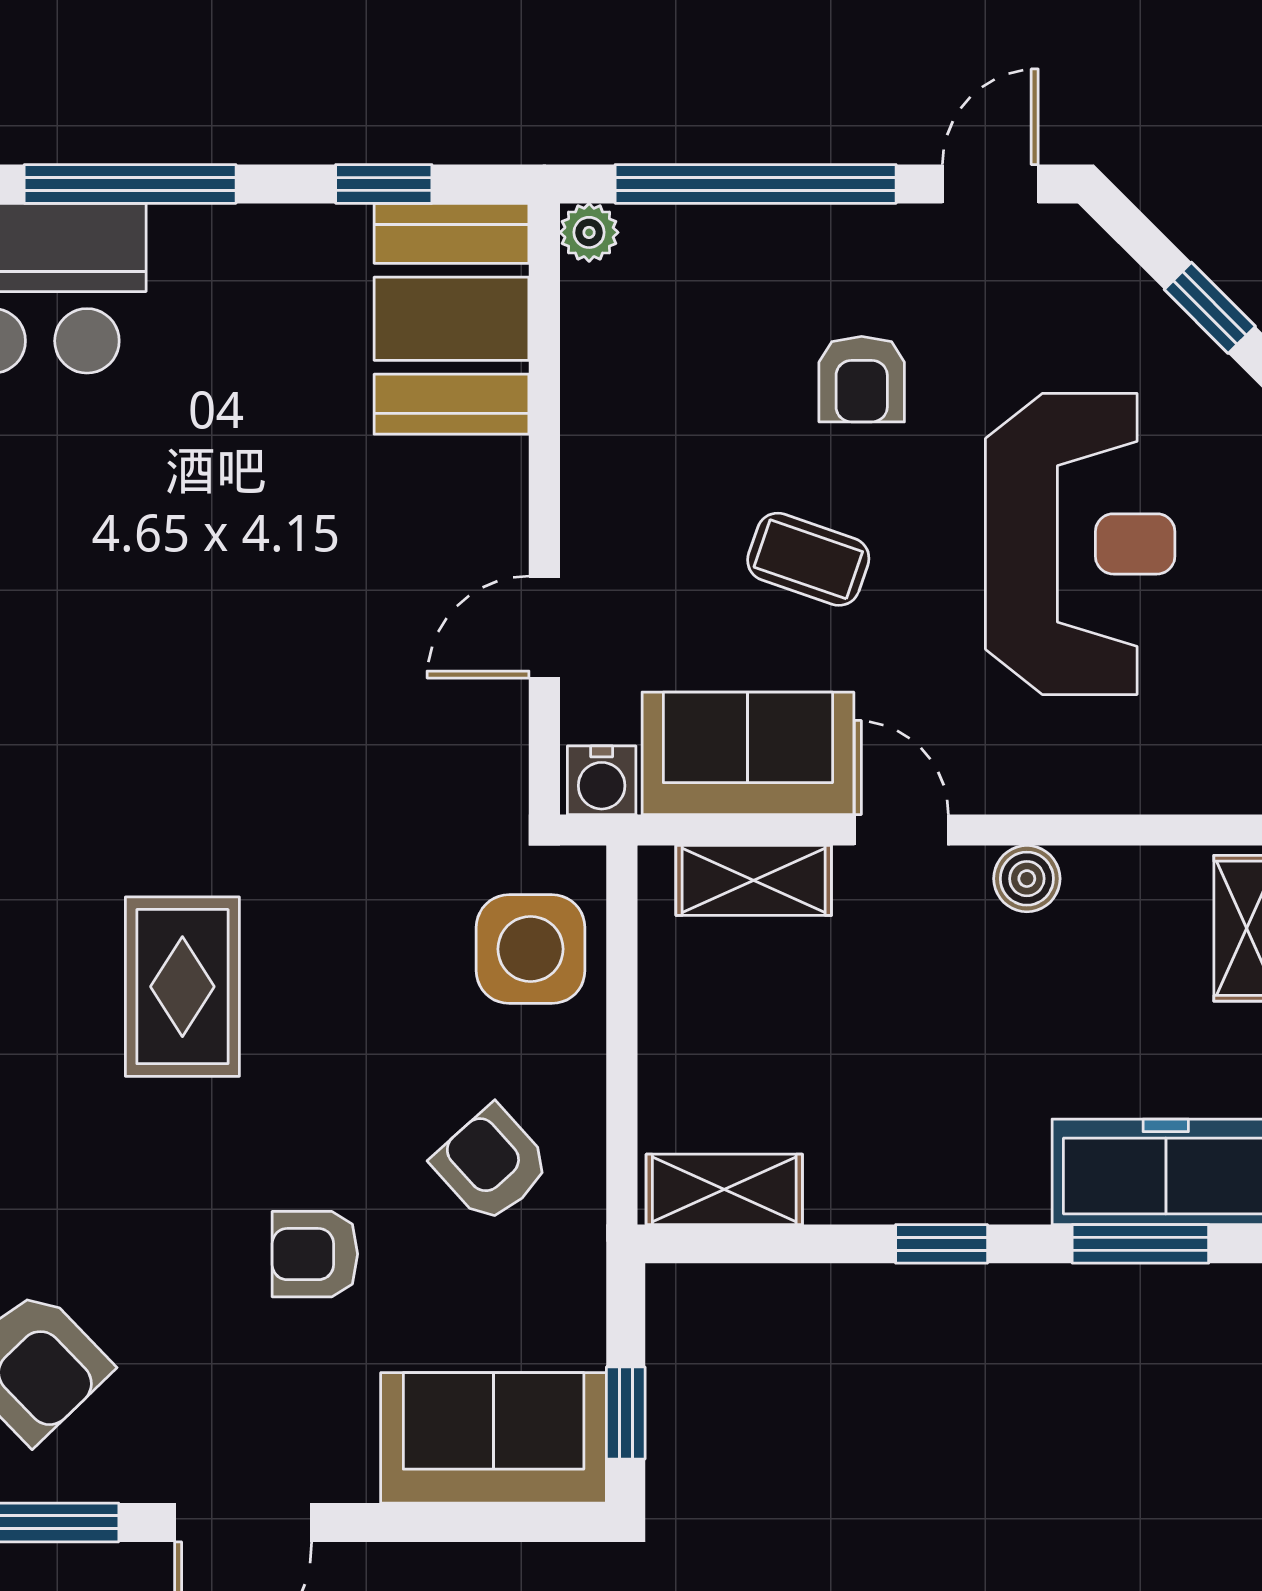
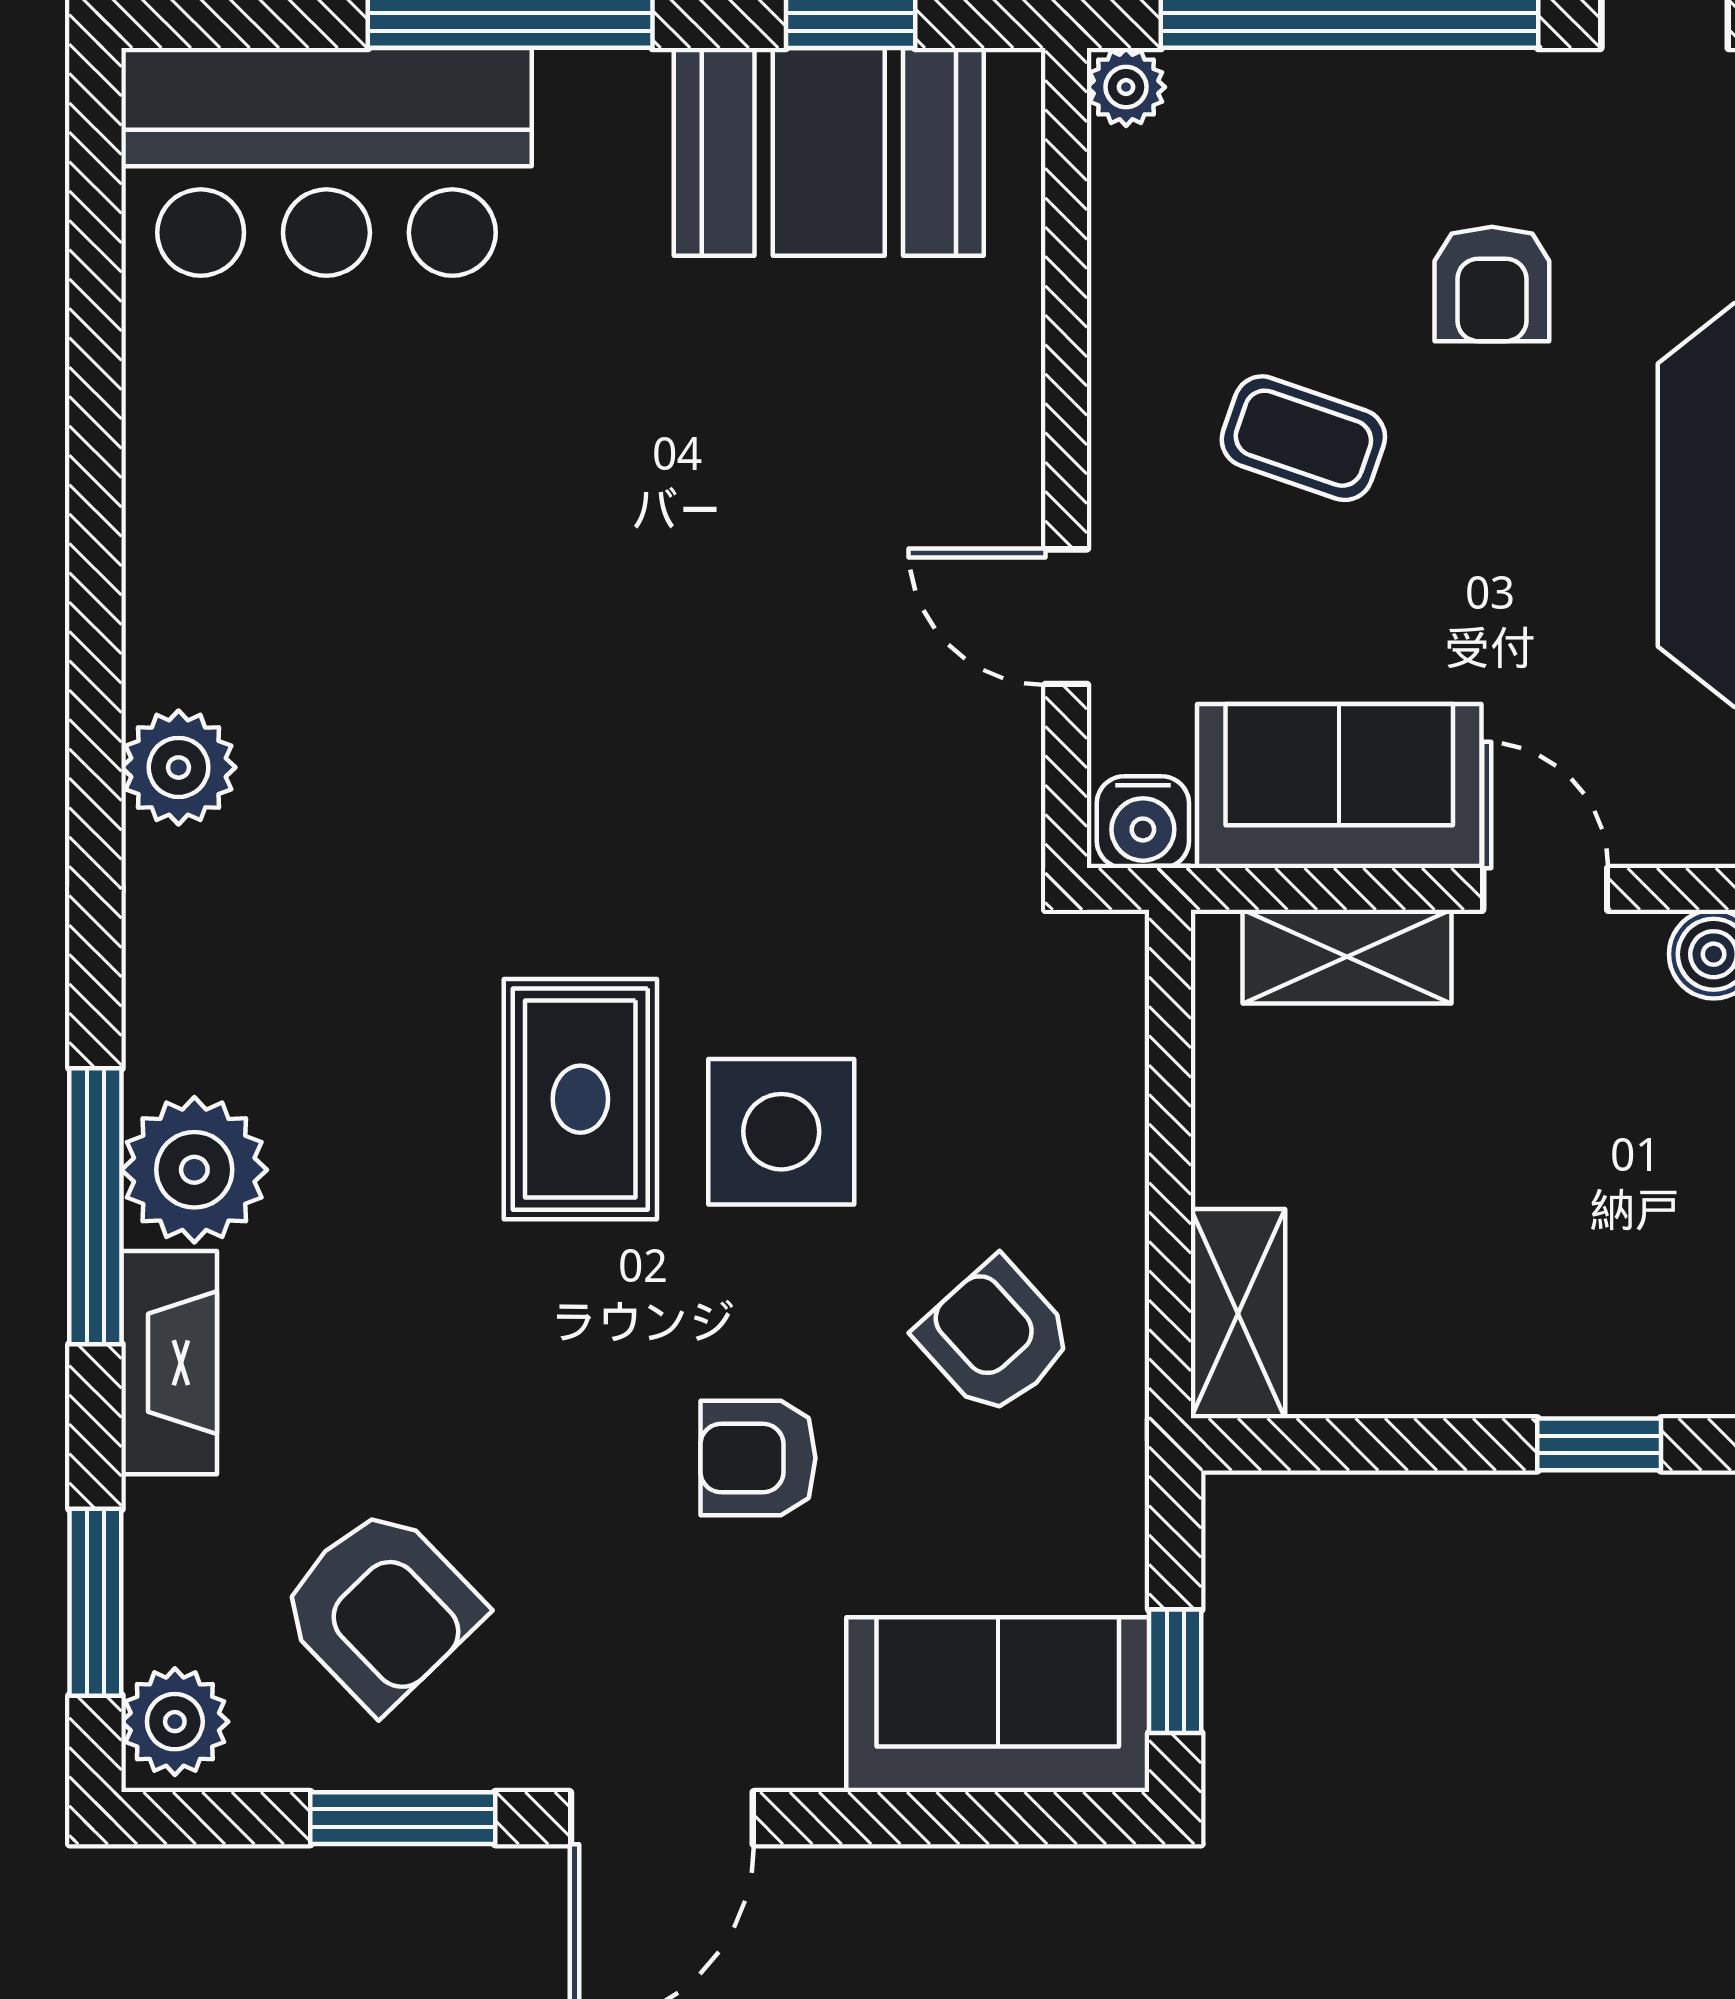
booth: (452, 319) -> (829, 152), moved, turned 90
coffee table: (808, 559) -> (1303, 438), moved
door: (544, 627) -> (1066, 617), hinge flipped
side table: (531, 949) -> (781, 1132), moved
shelving: (724, 1189) -> (1238, 1314), moved, turned 90

